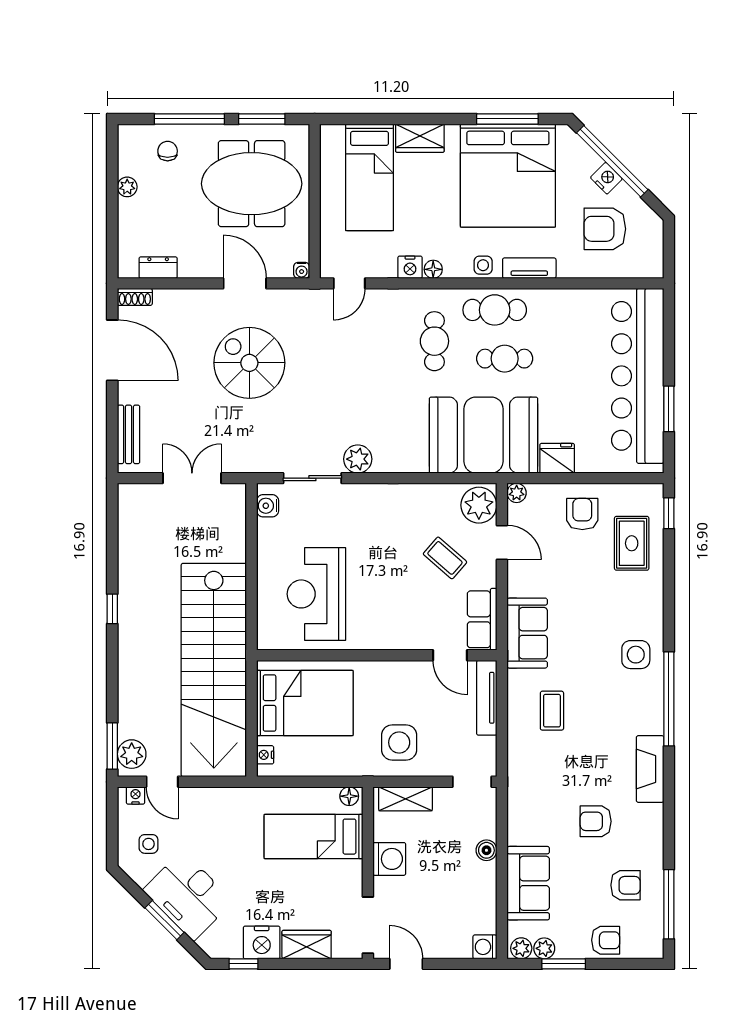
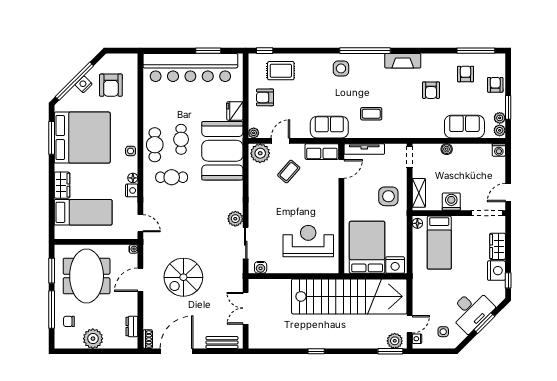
plant: (127, 187) -> (93, 339), width x1.87, depth x1.87
tv unit: (529, 268) -> (132, 126), removed
reception desk: (316, 594) -> (308, 241), turned 180
nightstand: (265, 755) -> (395, 265), width x1.89, depth x1.79

